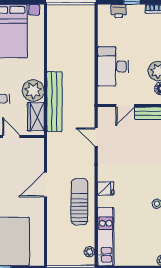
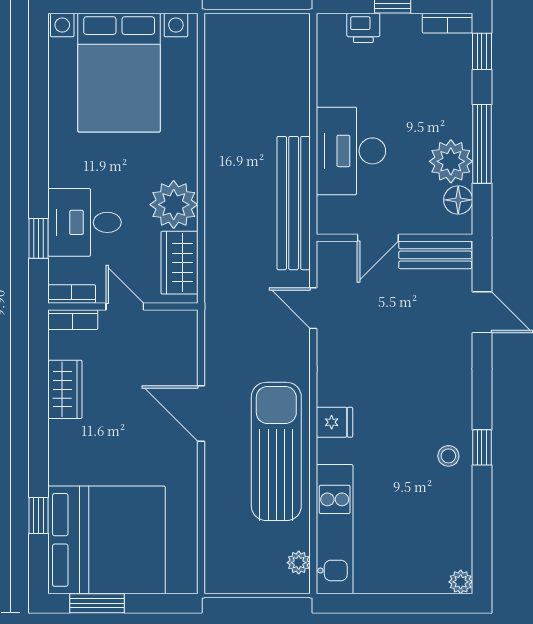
bench: (54, 102) -> (294, 203), moved
door: (46, 185) -> (201, 413), hinge flipped
sun lounger: (79, 202) -> (276, 451), width x1.36, depth x1.34

